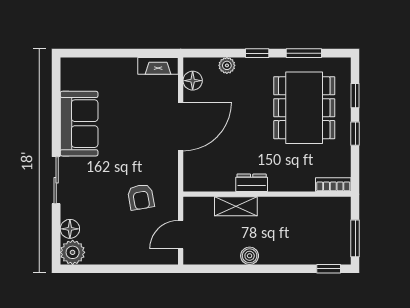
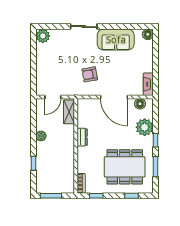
plant: (227, 65) -> (145, 127), width x1.88, depth x1.88
window: (355, 134) -> (96, 196), moved
armchair: (141, 197) -> (90, 74), moved
shelving: (236, 206) -> (69, 112), moved
floor lamp: (70, 229) -> (148, 34), moved
door: (181, 235) -> (53, 97), swing flipped
window: (329, 269) -> (34, 163), moved

